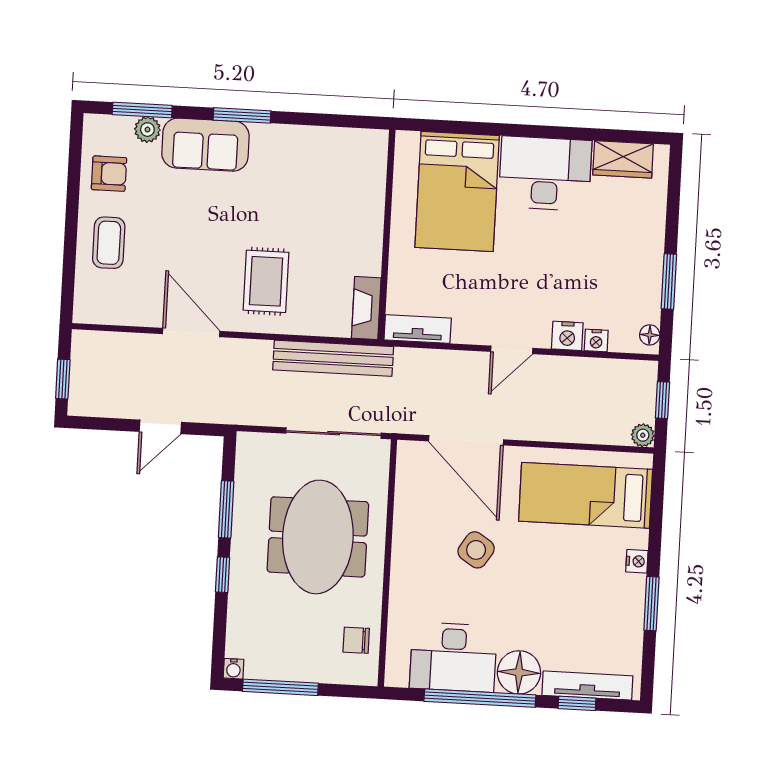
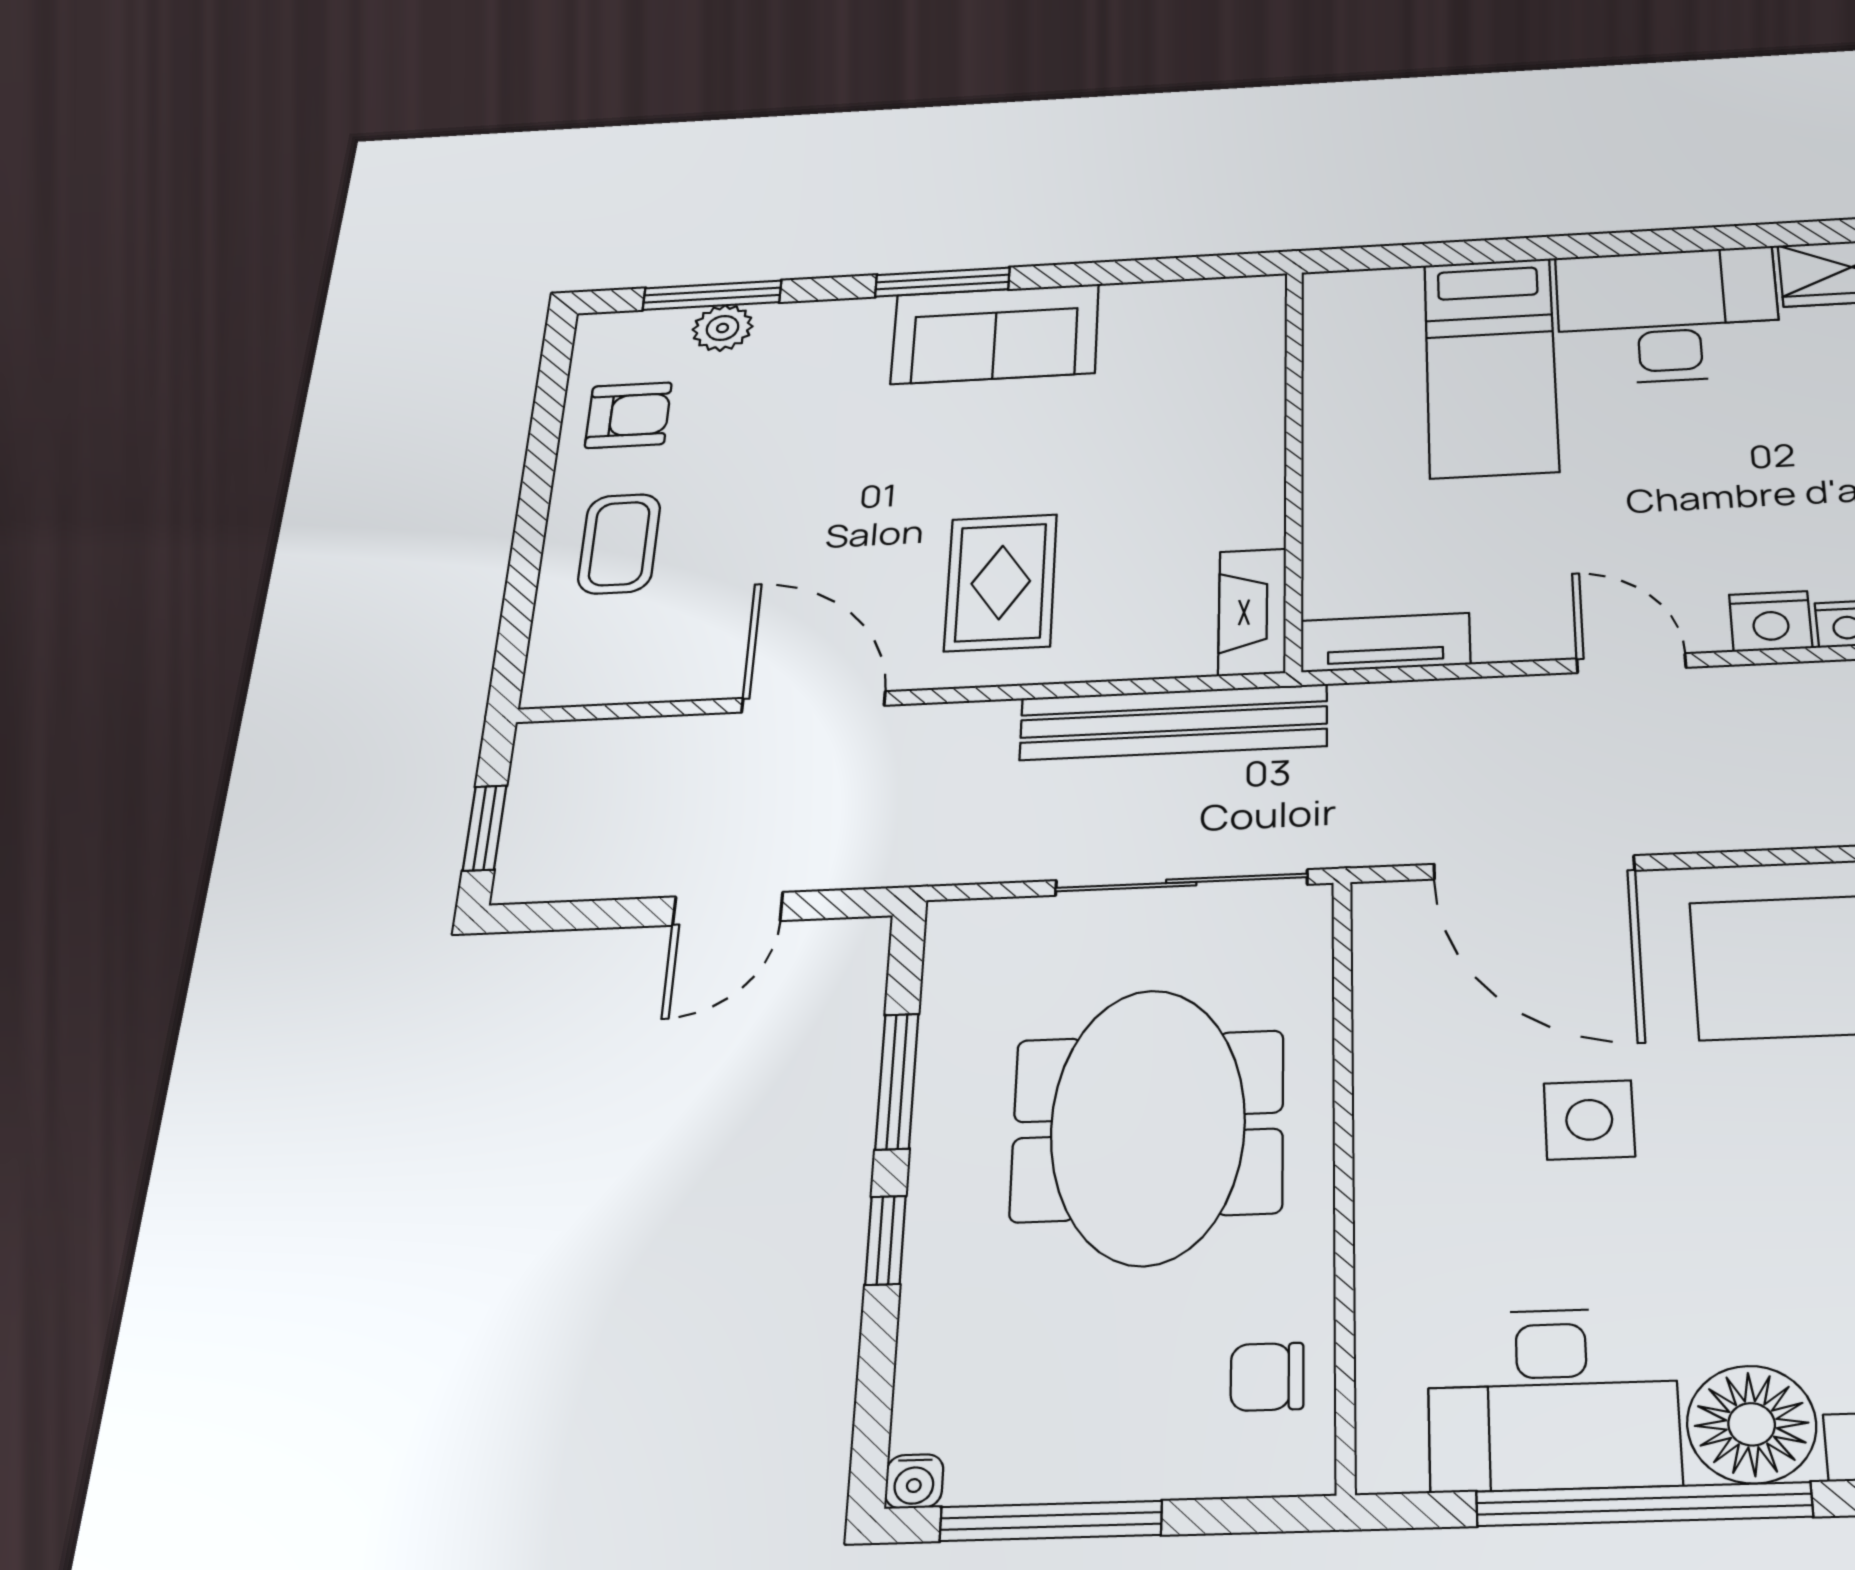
sofa: (205, 145) -> (995, 334), moved
bed: (457, 191) -> (1491, 367), width x0.67
door: (512, 350) -> (1631, 663), swing flipped
side table: (476, 550) -> (1589, 1120), turned -33

